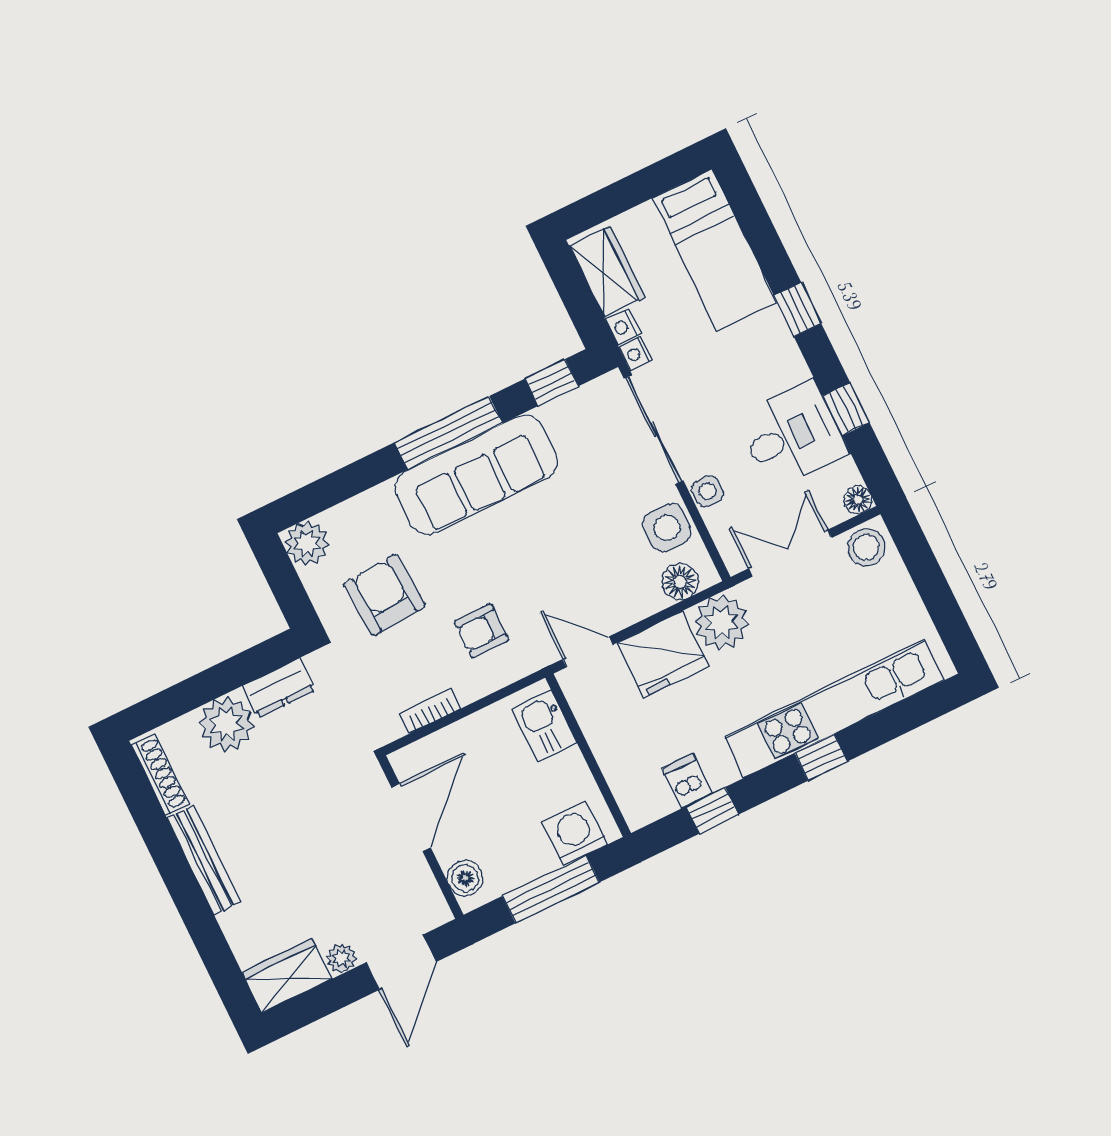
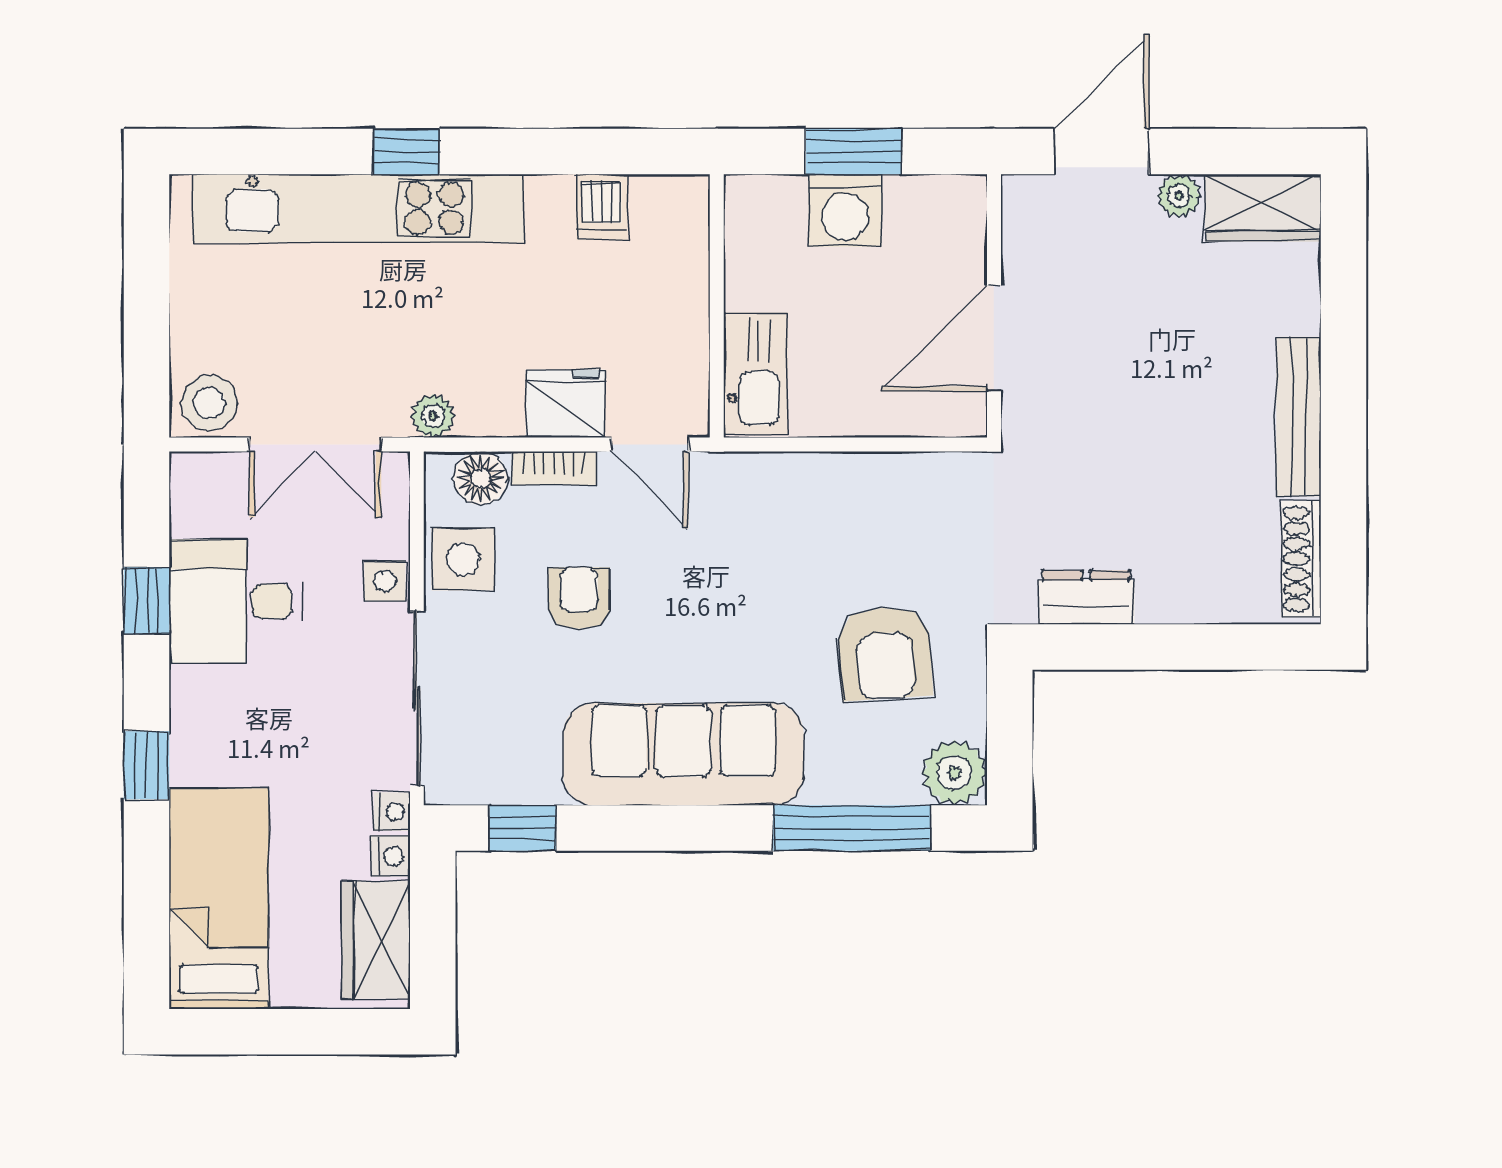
window: (448, 433) -> (852, 828), moved
floor lamp: (858, 500) -> (190, 472), removed
plant: (721, 622) -> (433, 416), width x0.53, depth x0.53
armchair: (481, 631) -> (579, 598), moved, turned -90
fridge: (663, 654) -> (565, 404), width x0.73, depth x0.75
bookcase: (430, 711) -> (554, 468), moved
plant: (226, 724) -> (1180, 583), removed
kitchen sink: (545, 726) -> (756, 374), width x1.38
window: (712, 810) -> (587, 151), removed
washing machine: (575, 833) -> (845, 211), moved
boiler: (465, 878) -> (961, 222), removed
window: (551, 889) -> (854, 151), width x0.69

